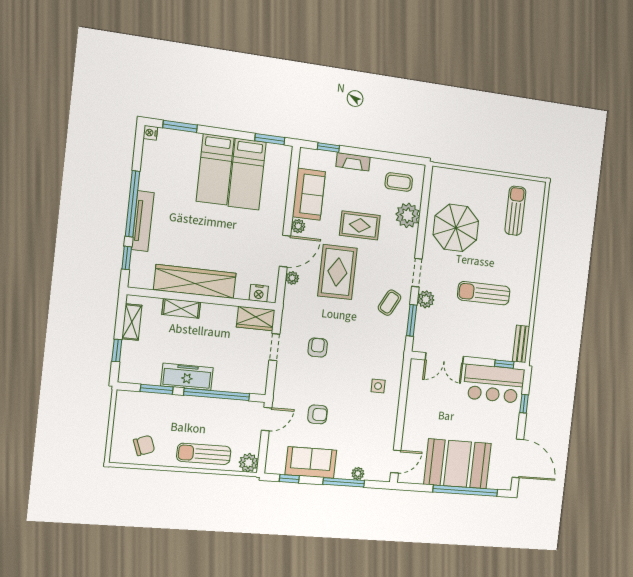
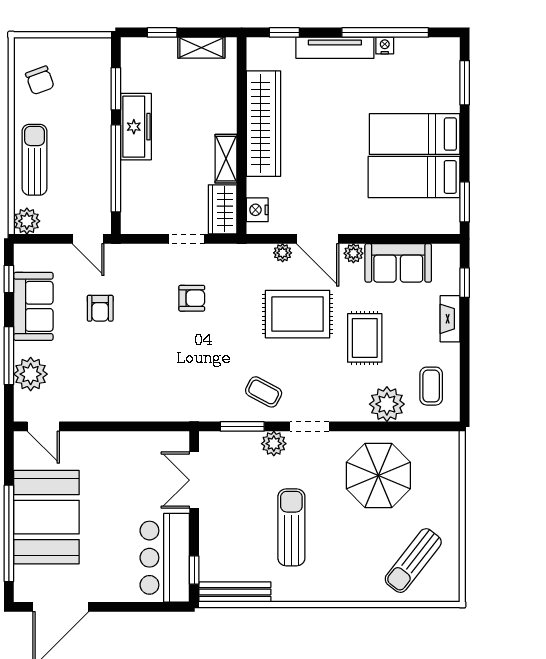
nightstand: (150, 133) -> (385, 46), moved
window: (132, 204) -> (385, 32), moved
sun lounger: (515, 211) -> (413, 561), turned 128
shelving: (181, 308) -> (226, 159), moved
bench: (521, 344) -> (235, 592), width x1.36
side table: (378, 386) -> (147, 389), removed
window: (524, 404) -> (140, 607), removed
plant: (358, 473) -> (31, 374), width x1.88, depth x1.88

